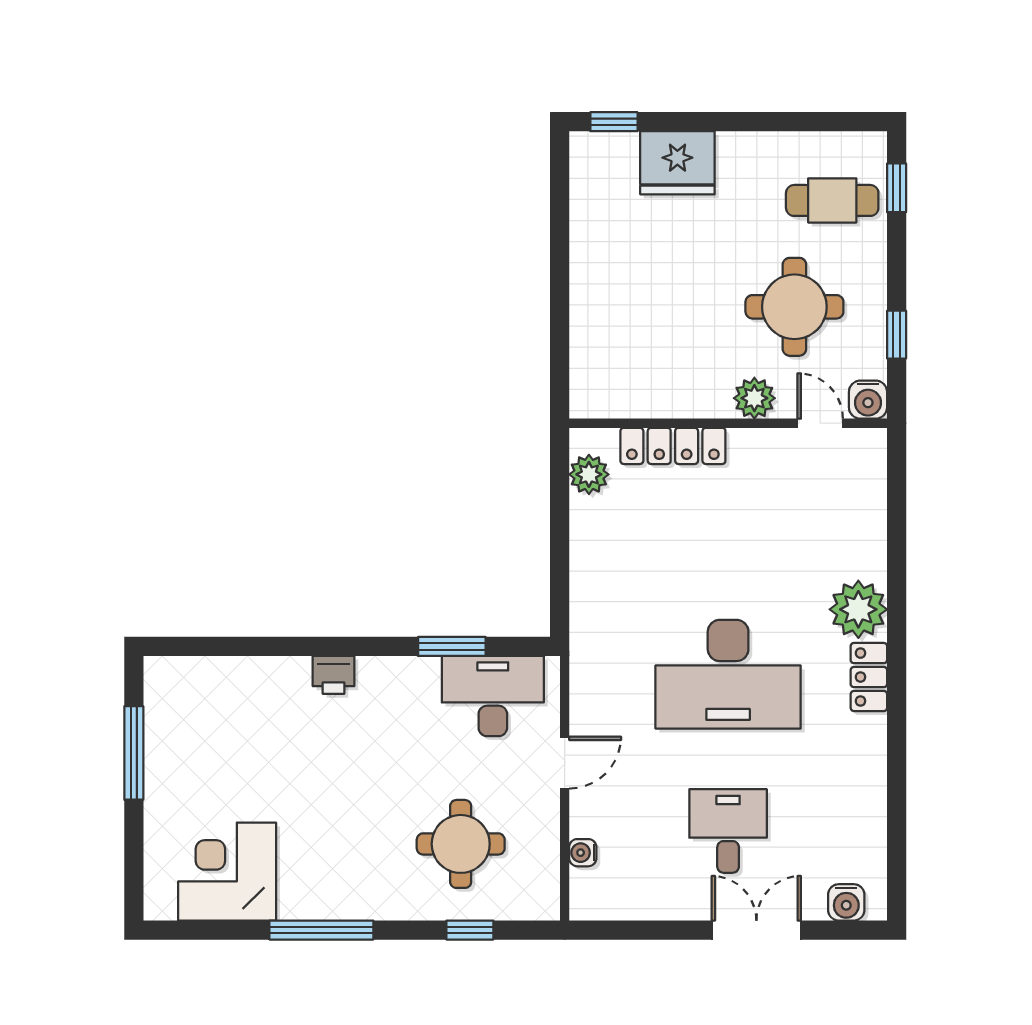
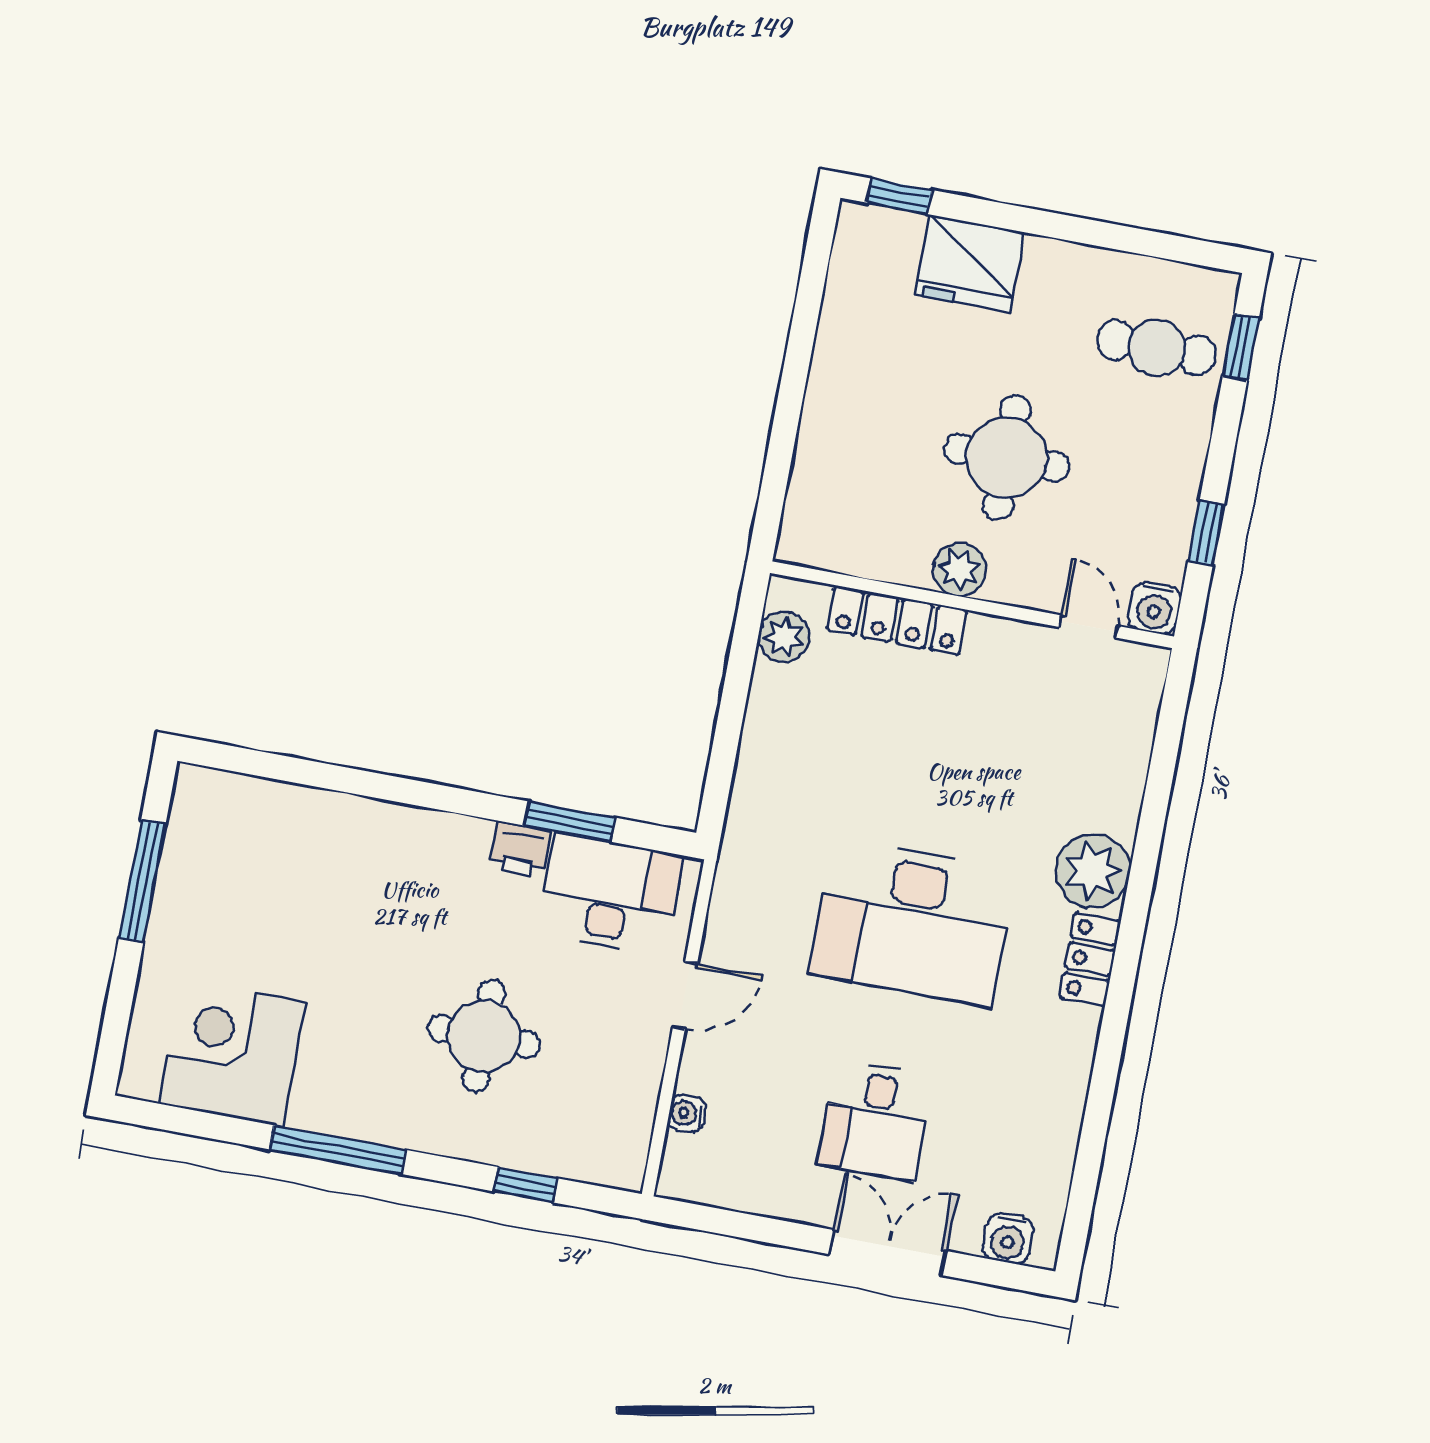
round table: (794, 307) -> (1007, 458), moved
plant: (754, 398) -> (959, 570), moved
printer: (334, 675) -> (520, 850), moved
desk: (728, 831) -> (876, 1121), turned 180
round table: (461, 844) -> (484, 1036), moved

